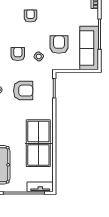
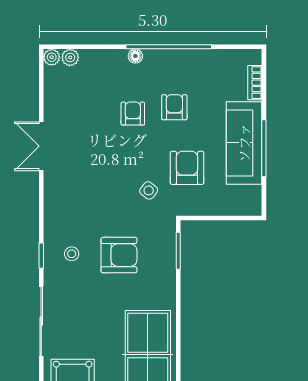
sofa: (89, 48) -> (244, 143), moved
armchair: (18, 54) -> (174, 107), moved

